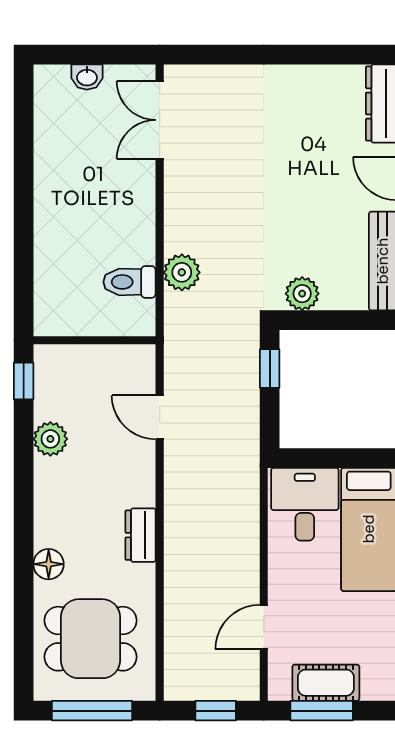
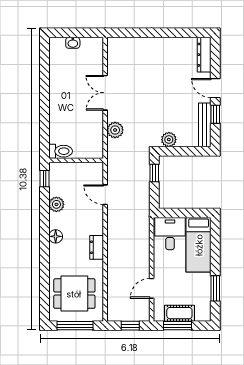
double door: (160, 120) -> (105, 93), moved
toilet: (130, 282) -> (61, 151), moved, turned 180
floor lamp: (49, 564) -> (56, 236), moved

